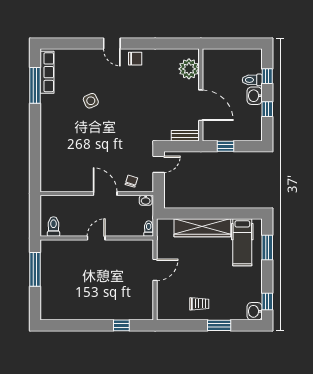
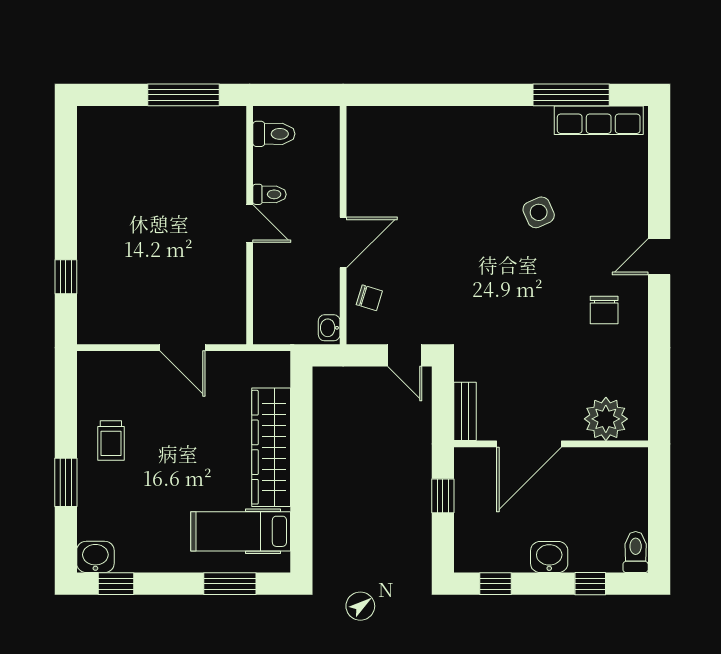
chair: (135, 59) -> (604, 310), moved
toilet: (252, 80) -> (636, 552), moved
window: (267, 109) -> (495, 584), moved
toilet: (149, 229) -> (269, 194), moved

